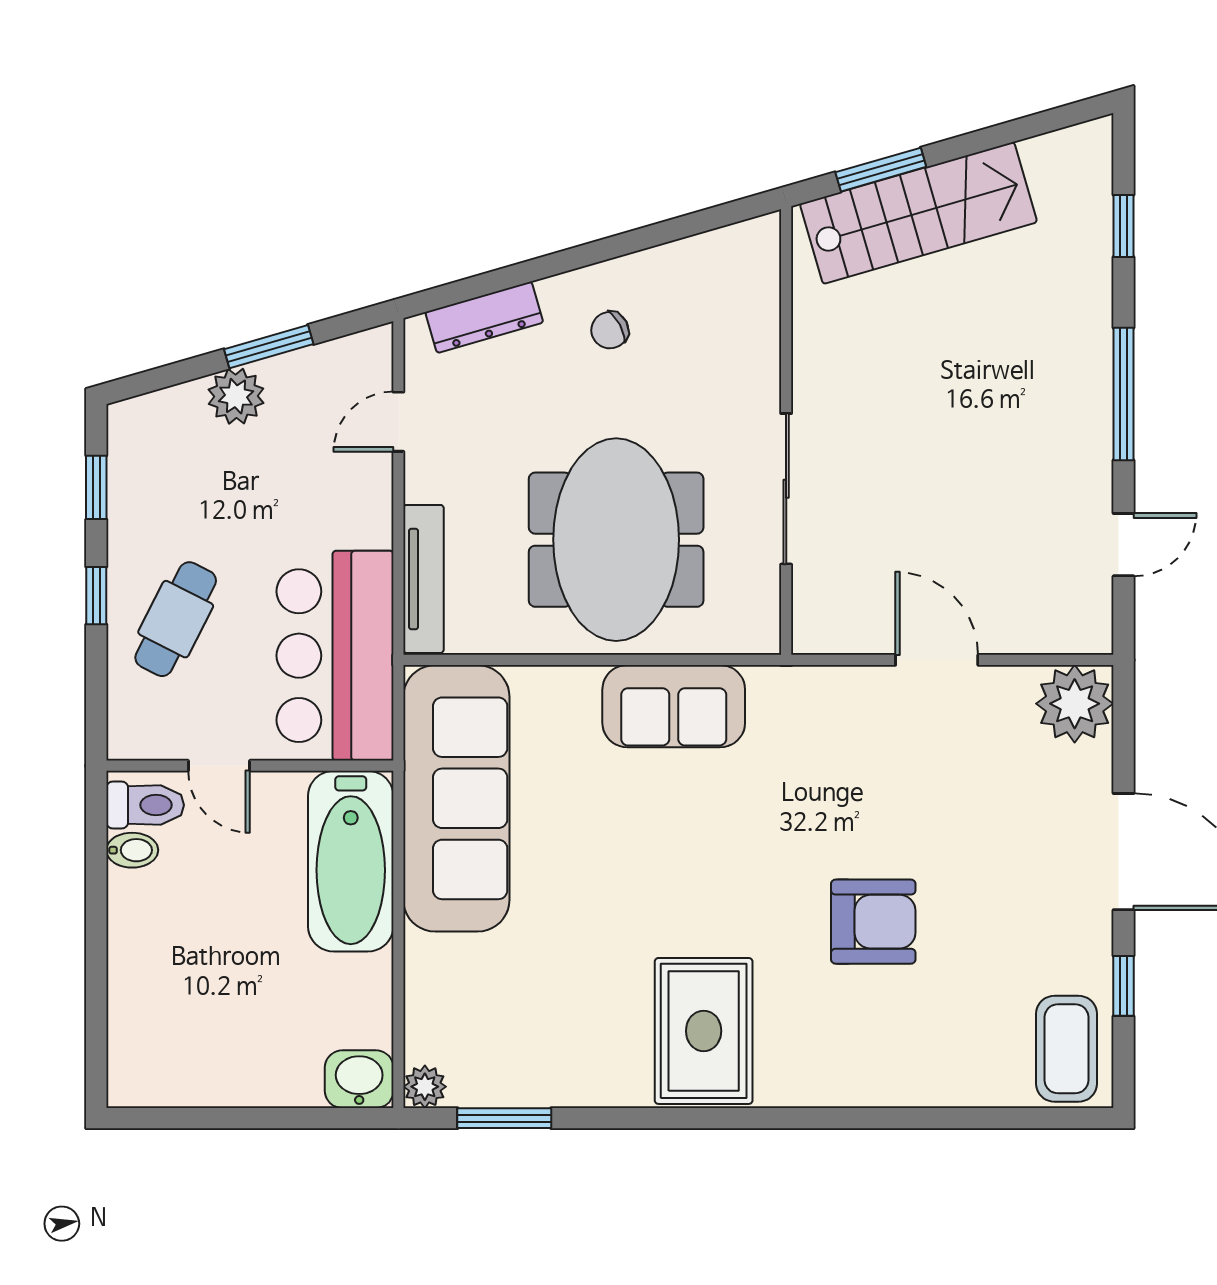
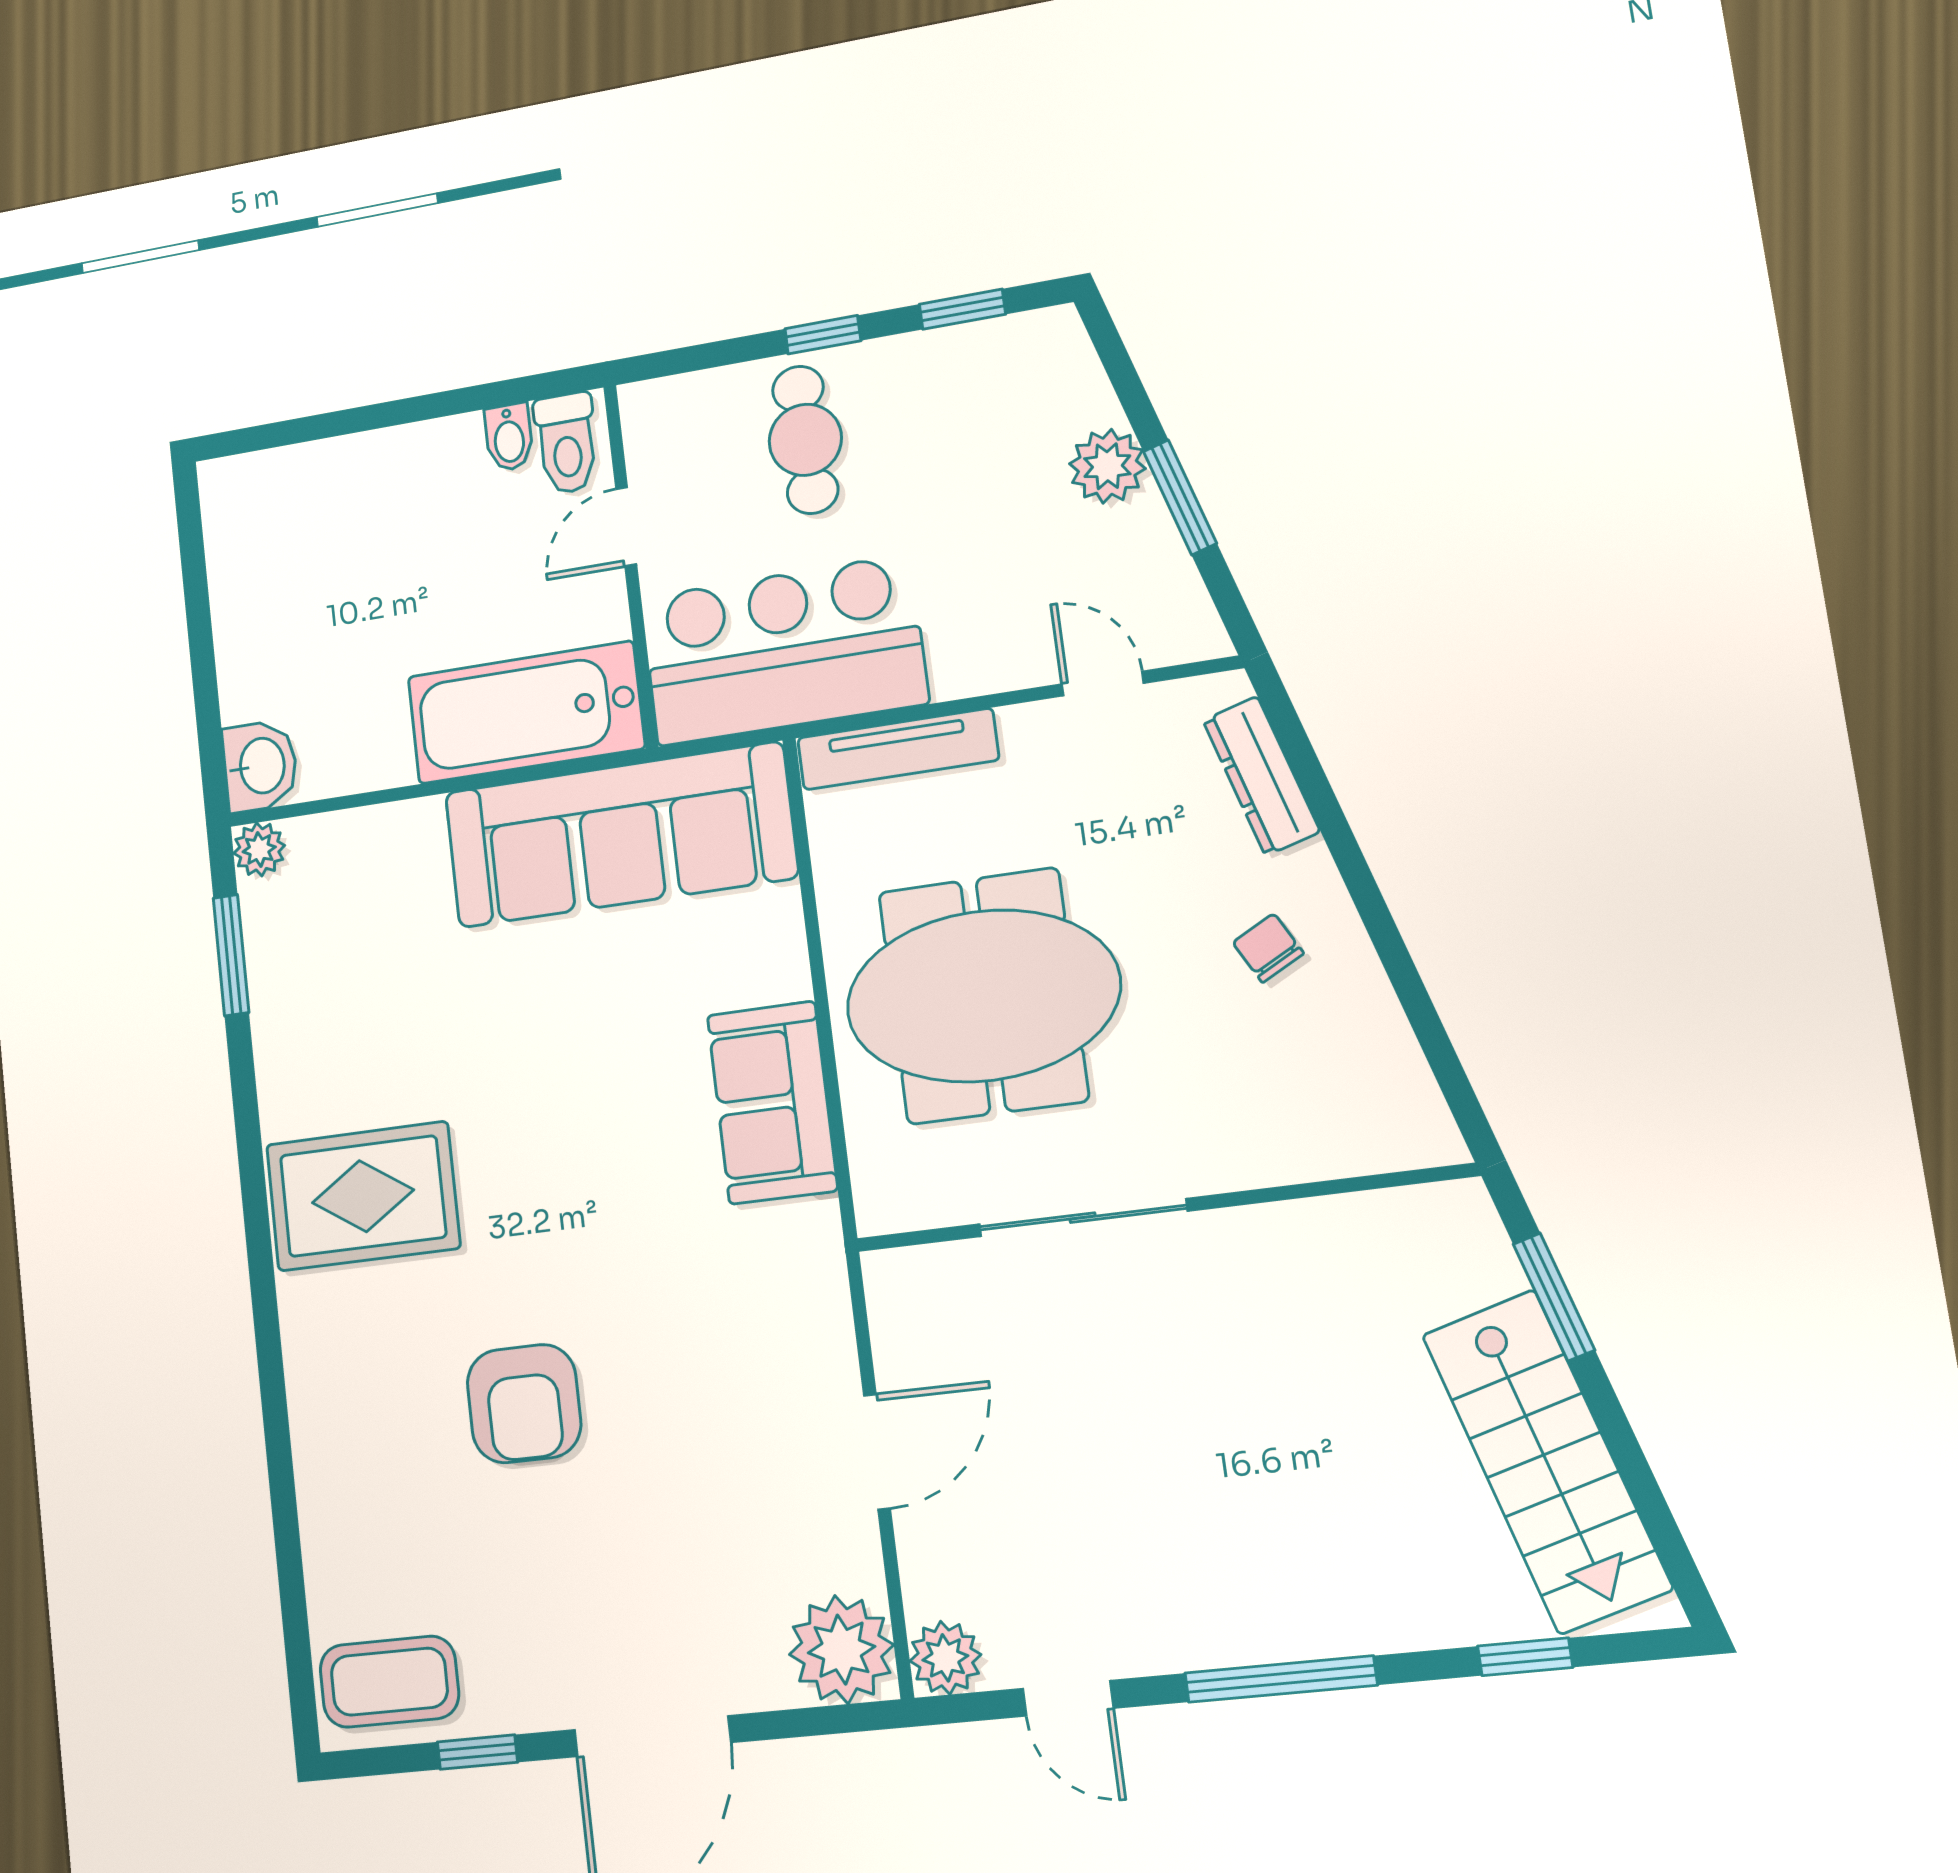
stairs: (918, 213) -> (1547, 1461), moved
cafe table: (176, 619) -> (805, 440), turned 62
plant: (1087, 629) -> (945, 1658), added

